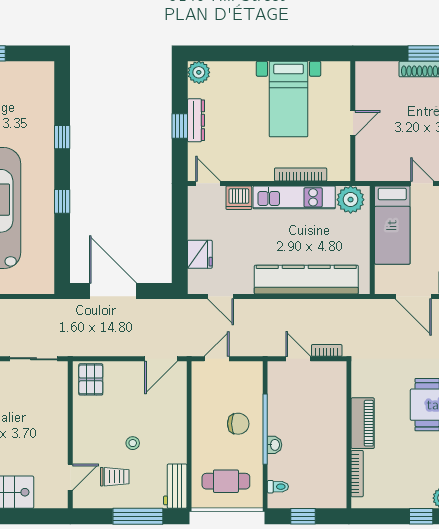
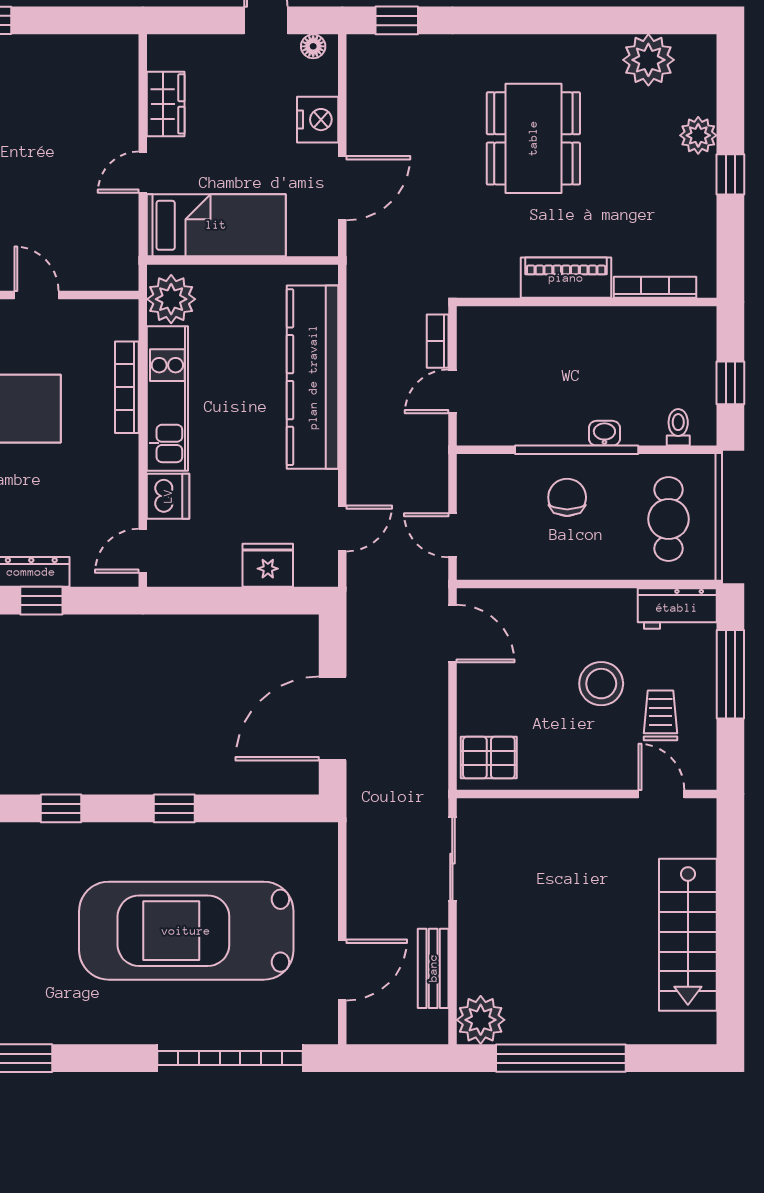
stool: (133, 443) -> (601, 684), width x1.89, depth x1.89

